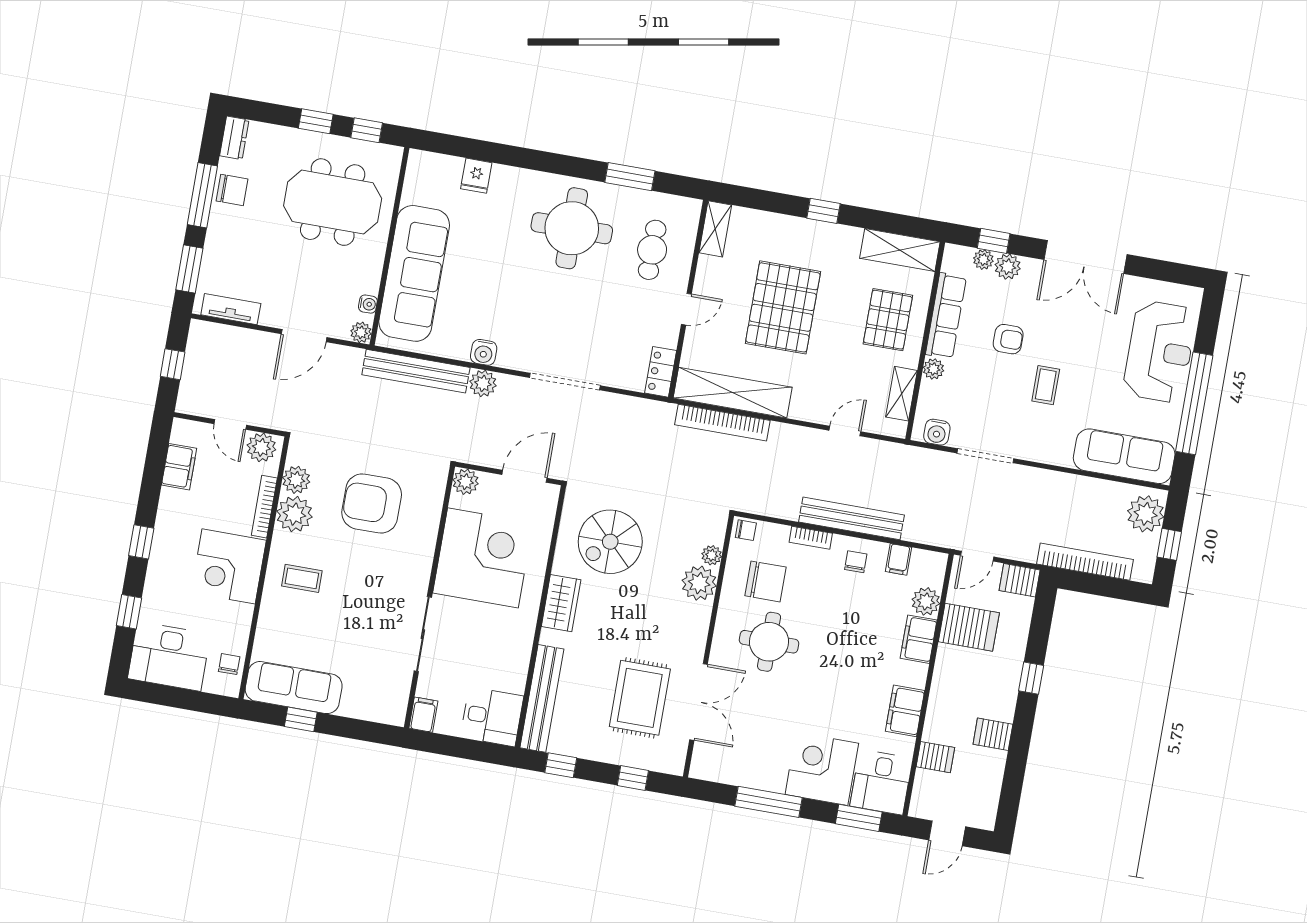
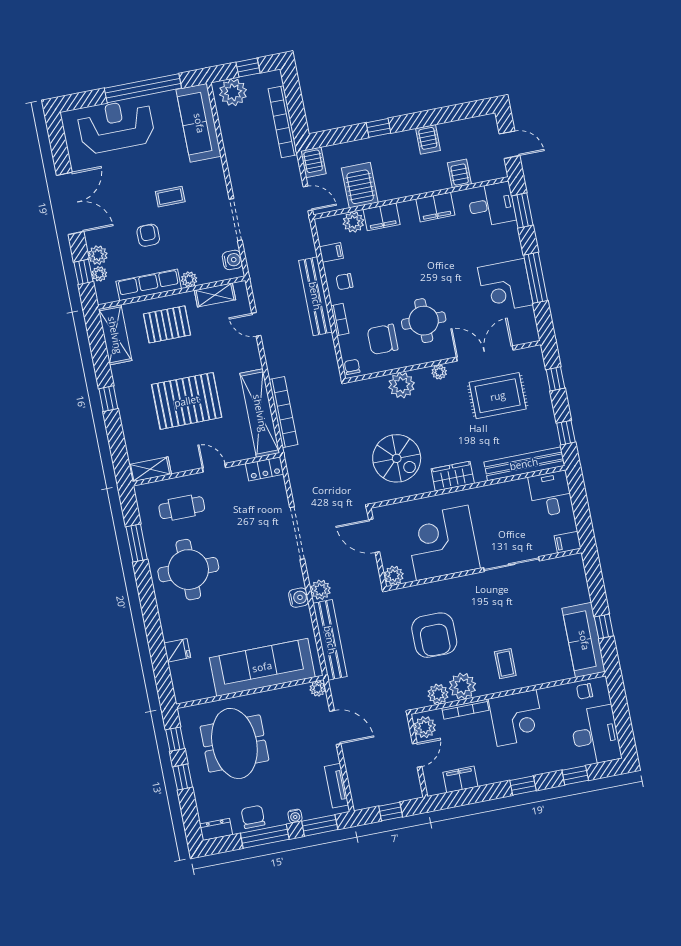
water cooler: (368, 304) -> (295, 816), moved, turned 180
plant: (712, 555) -> (439, 372), moved
chair: (765, 581) -> (383, 339), turned -90
corner desk: (822, 769) -> (505, 286), moved

